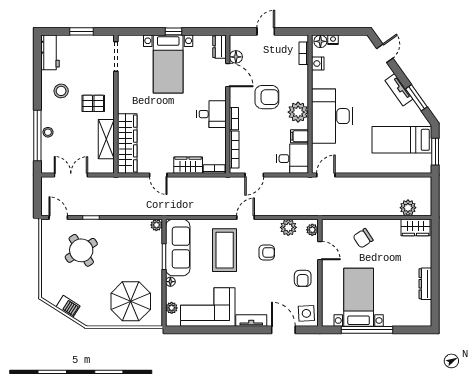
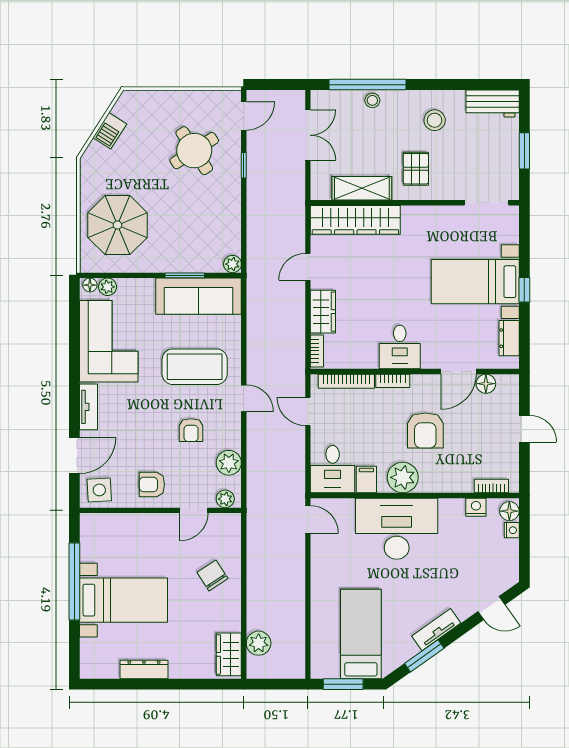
dresser: (219, 47) -> (509, 338), moved, turned -90
floor lamp: (170, 282) -> (90, 285), moved
bed with nightstands: (359, 297) -> (124, 600), moved

